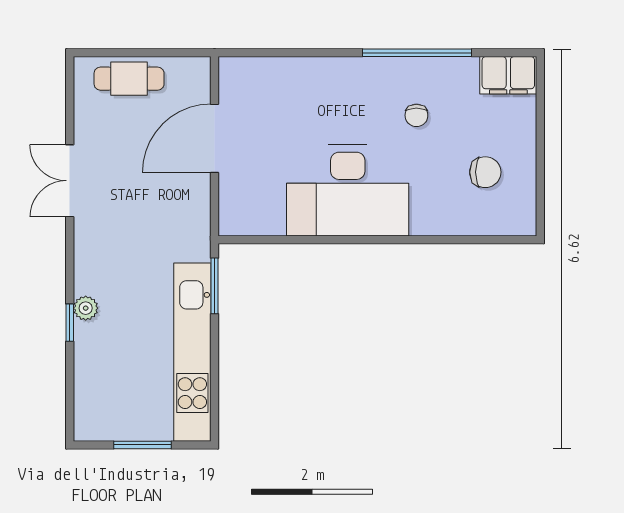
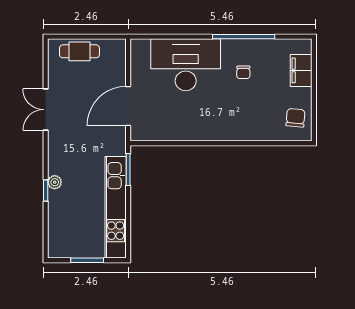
filing cabinet: (508, 75) -> (301, 70), moved, turned 90
door: (214, 138) -> (128, 106), moved
chair: (485, 172) -> (296, 118), moved, turned -85
desk: (348, 191) -> (186, 65), moved, turned 180

